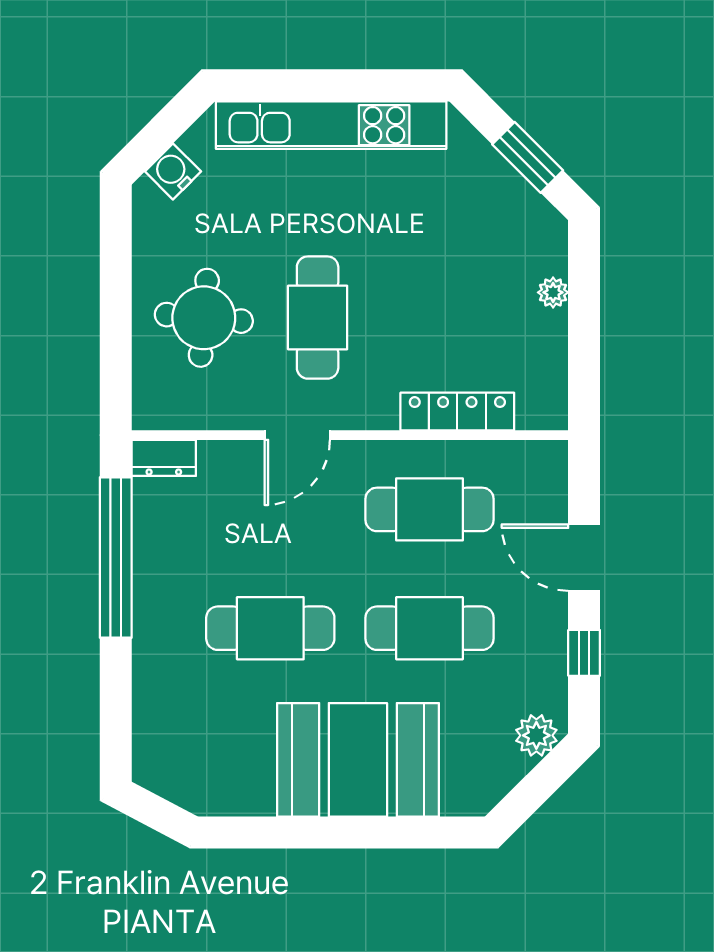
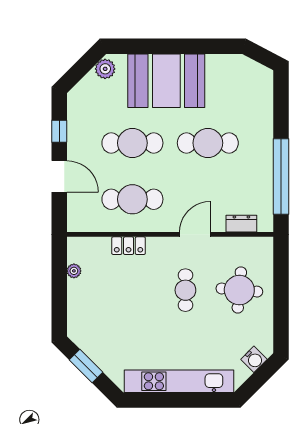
plant: (553, 292) -> (74, 271), moved
cafe table: (318, 318) -> (185, 290), width x0.73, depth x0.74
locker: (457, 411) -> (129, 246), width x0.66
dresser: (164, 458) -> (241, 224), moved
plant: (536, 735) -> (105, 69), moved

